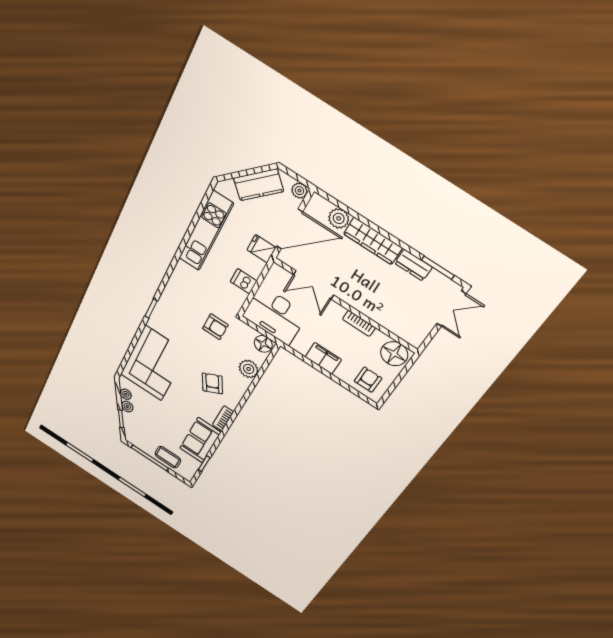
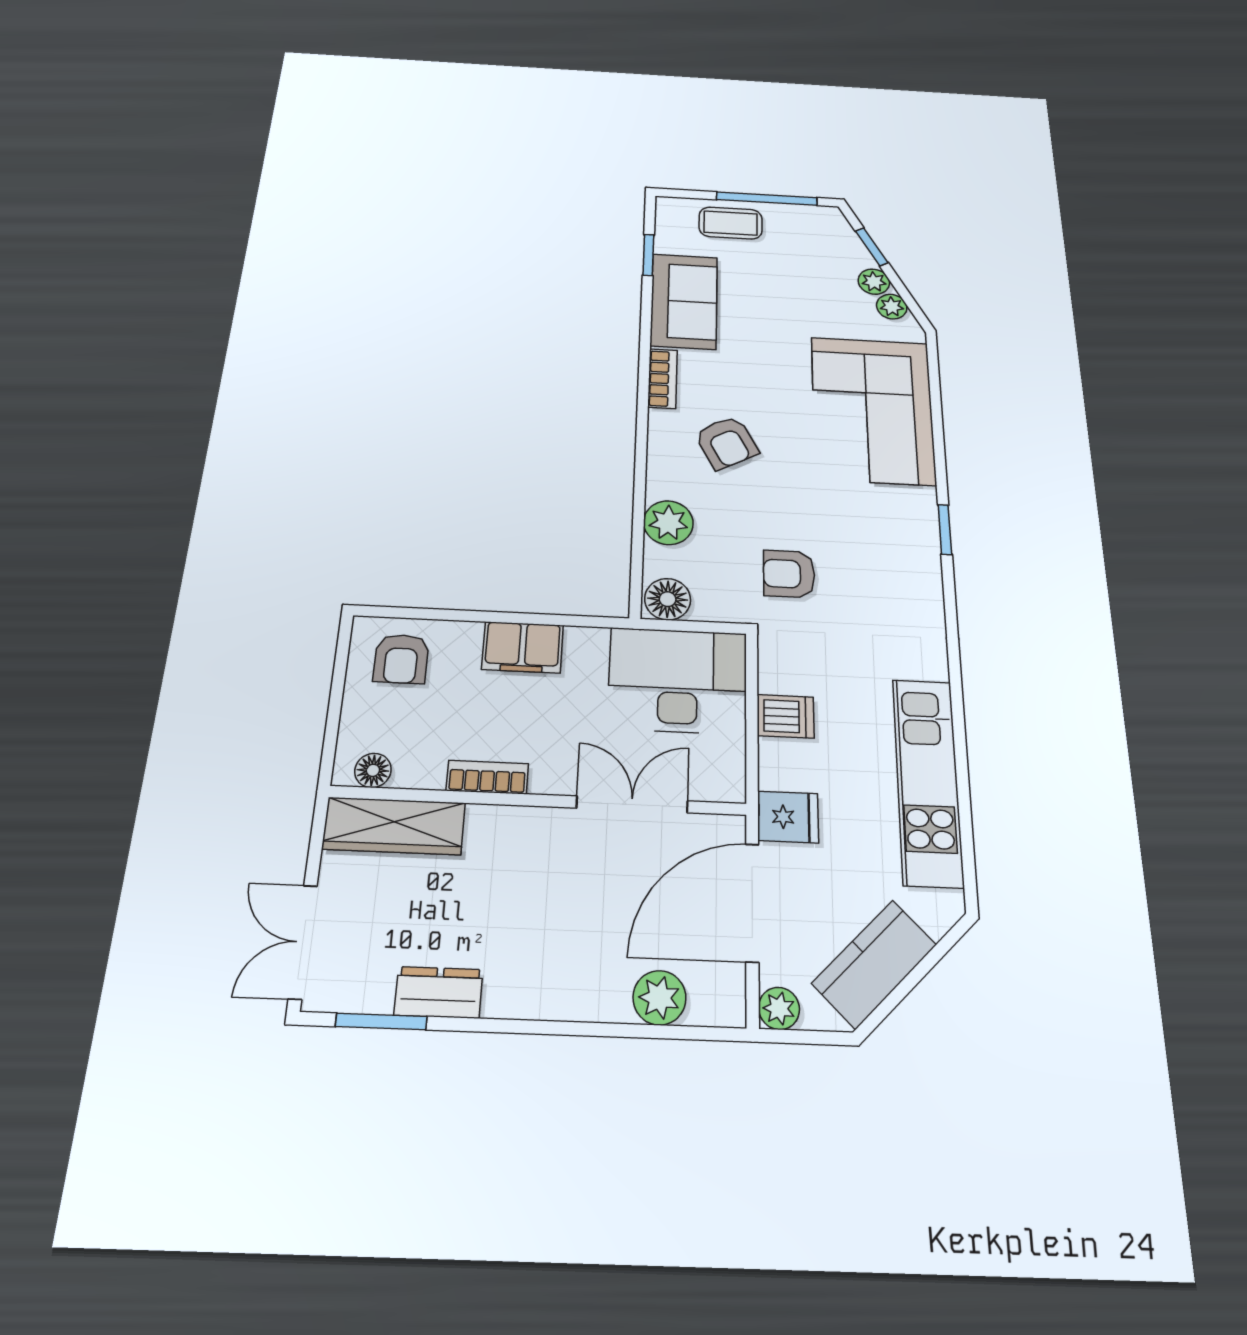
wardrobe: (373, 241) -> (394, 826), moved, turned 180
floor lamp: (394, 354) -> (373, 770), width x0.53, depth x0.53

